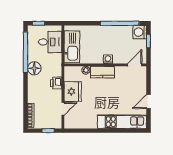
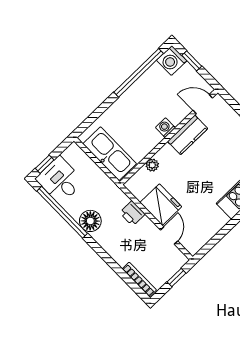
desk: (50, 42) -> (60, 180), moved, turned -90
door: (135, 65) -> (203, 104), hinge flipped
kitchen counter: (103, 72) -> (188, 135), moved

